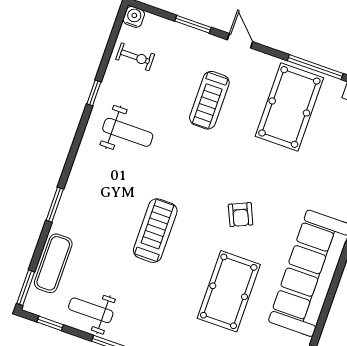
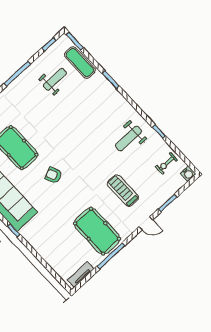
treadmill: (155, 231) -> (69, 126), removed
weight bench: (91, 310) -> (55, 79), moved

